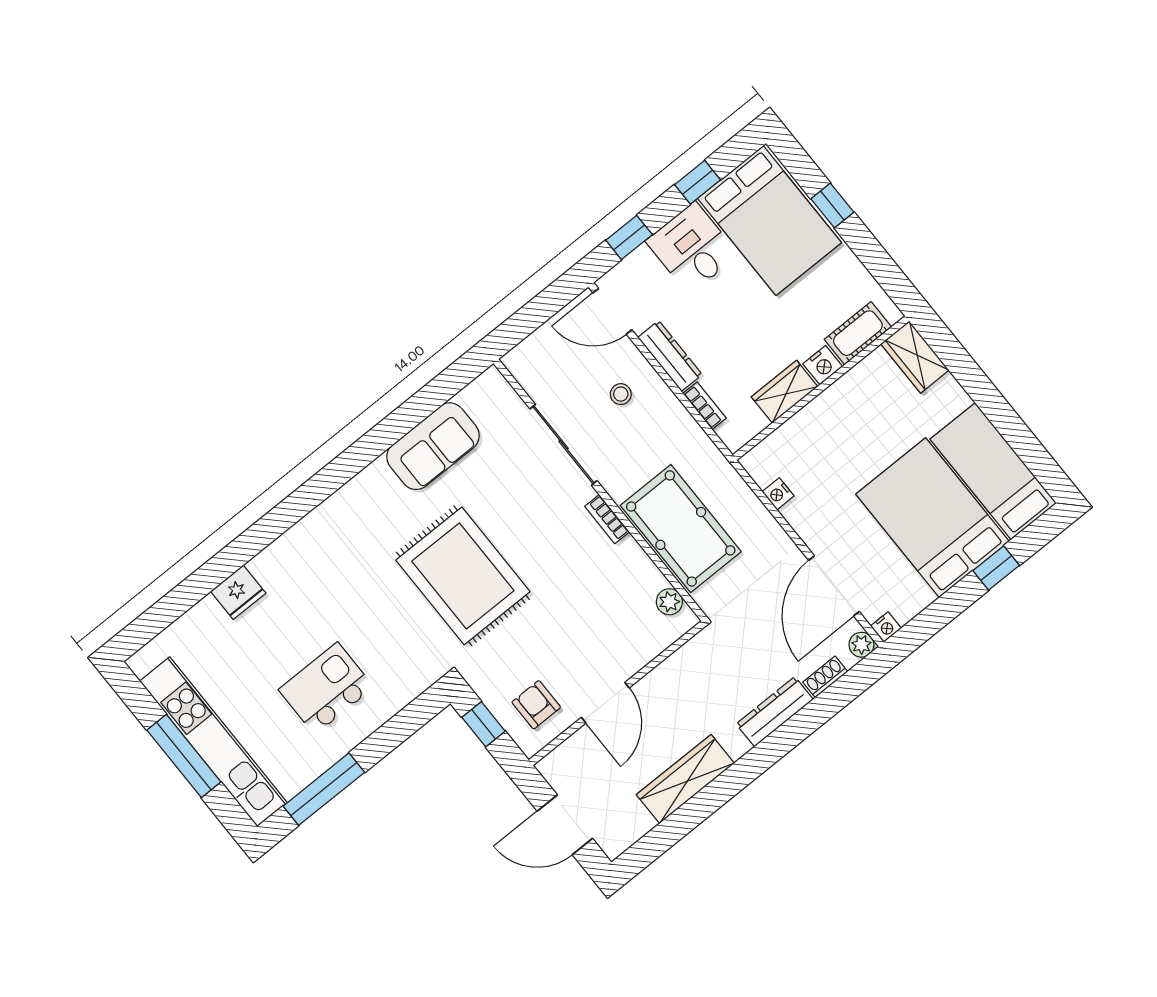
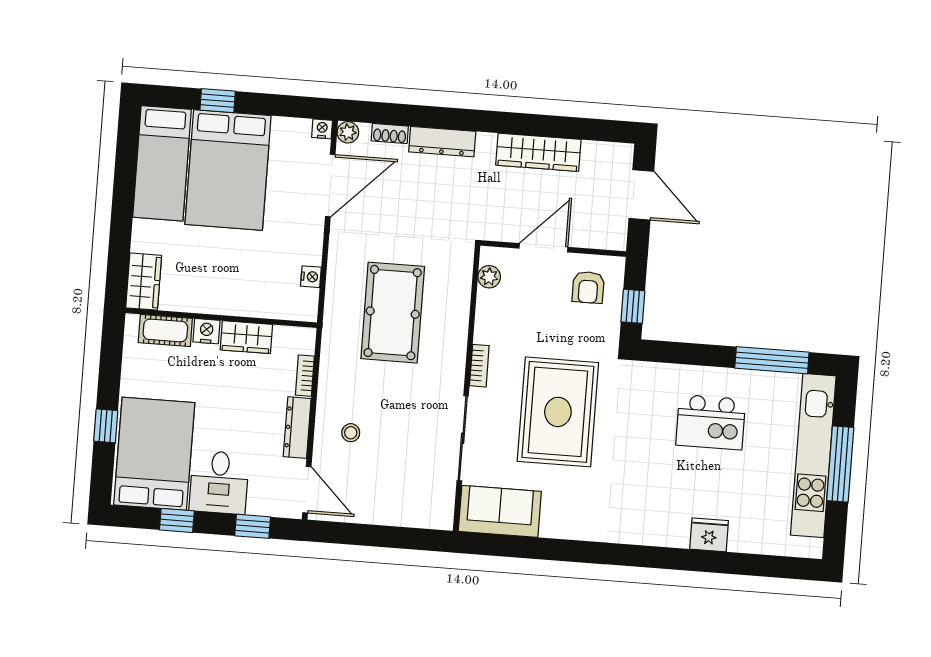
sliding door: (563, 445) -> (463, 438), moved
wall: (600, 490) -> (467, 388), moved
bookcase: (607, 519) -> (479, 366), moved
plant: (669, 602) -> (489, 277), moved

